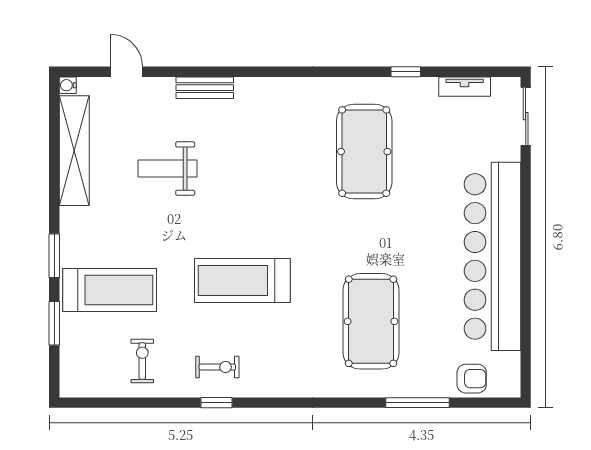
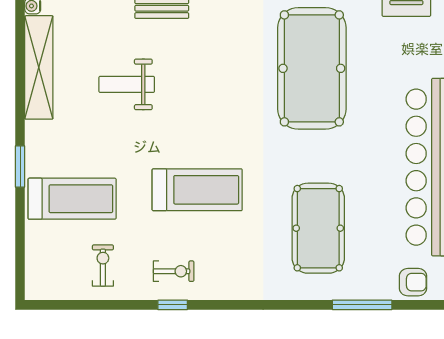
pool table: (364, 152) -> (312, 68), width x1.36, depth x1.32
treadmill: (242, 281) -> (197, 190), turned 180
window: (54, 323) -> (20, 230), removed

